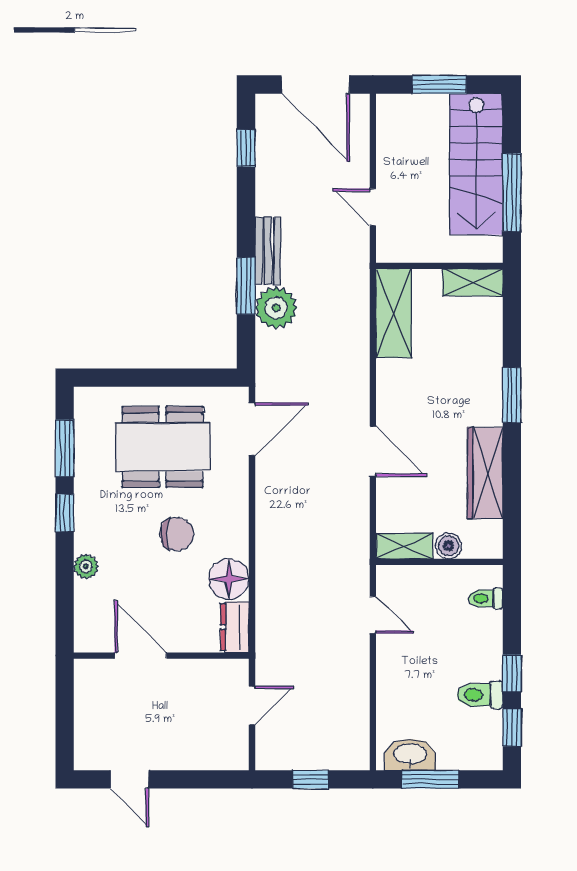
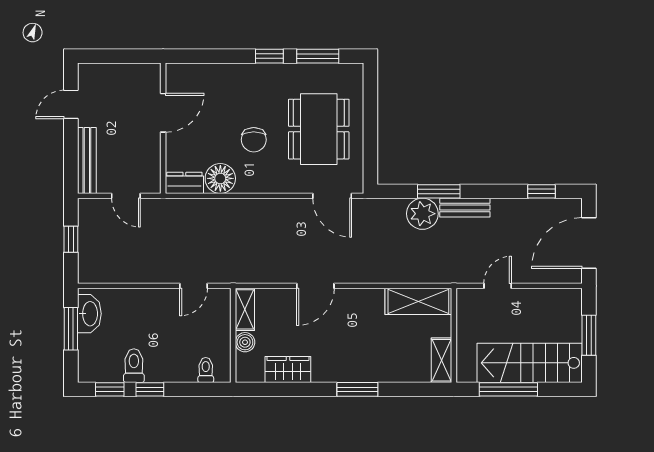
wardrobe: (485, 473) -> (288, 370), width x0.67
plant: (86, 567) -> (230, 72), removed
bench: (205, 758) -> (87, 160), added

